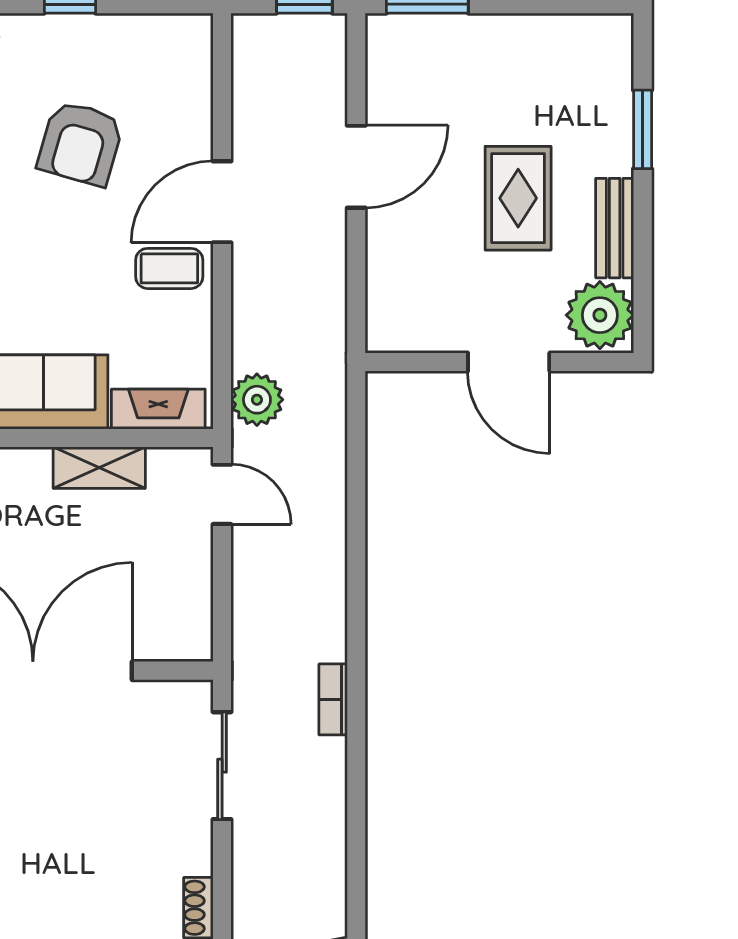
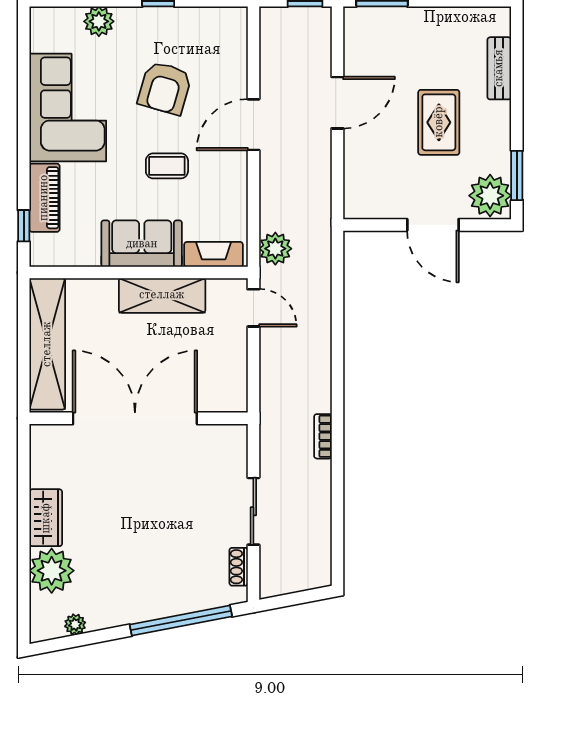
window: (643, 129) -> (517, 175), moved
bench: (615, 228) -> (499, 68), moved
coffee table: (169, 268) -> (167, 166), moved
shelving: (99, 468) -> (162, 295), width x1.50, depth x1.33
sliding door: (222, 766) -> (253, 511), moved

